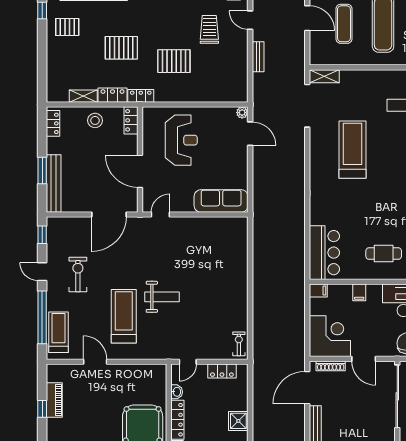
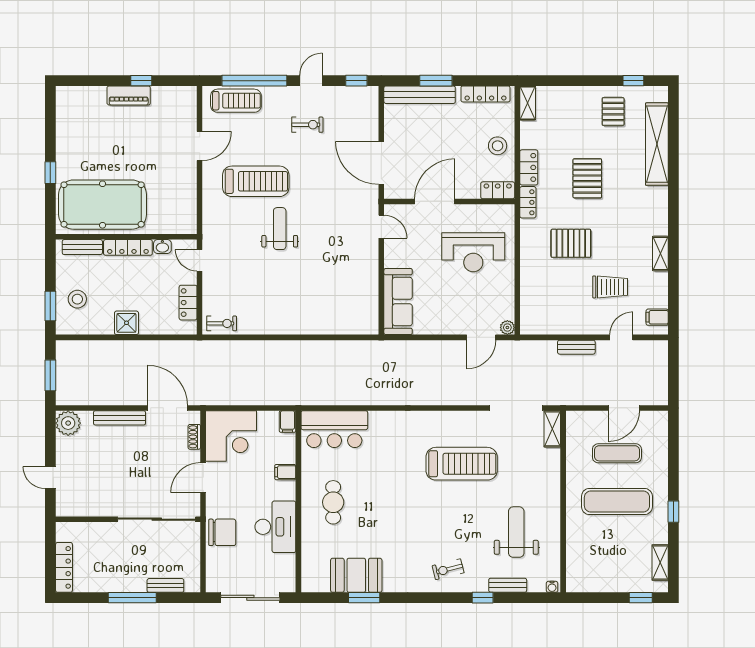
pallet: (174, 61) -> (571, 243), turned 90
shelving: (83, 96) -> (528, 103), moved
locker: (53, 123) -> (485, 94), width x1.53
exercise bike: (78, 274) -> (307, 125), width x0.73, depth x0.72
weight bench: (162, 297) -> (280, 229), turned 180
shoe rack: (331, 366) -> (194, 437), width x0.70
piano: (54, 400) -> (129, 95), moved

